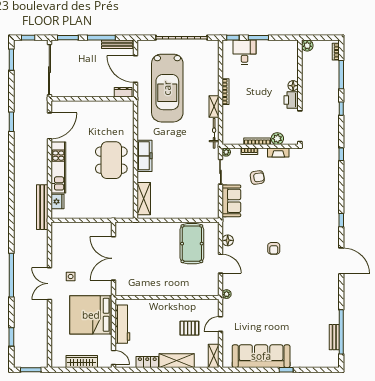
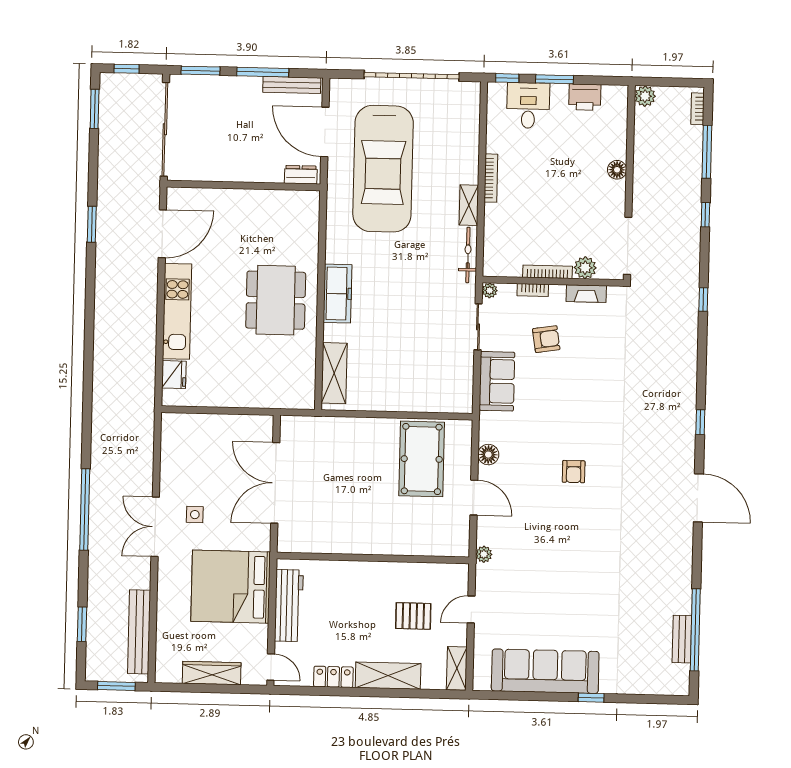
printer: (291, 100) -> (585, 97), moved, turned -90
bench: (42, 207) -> (139, 632), moved

